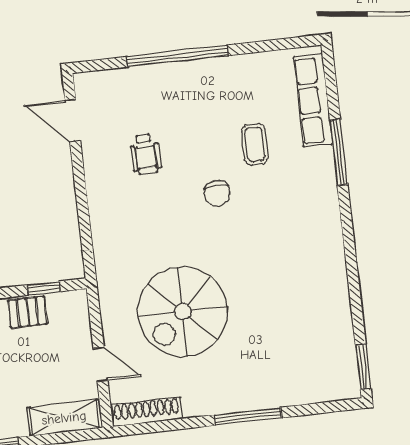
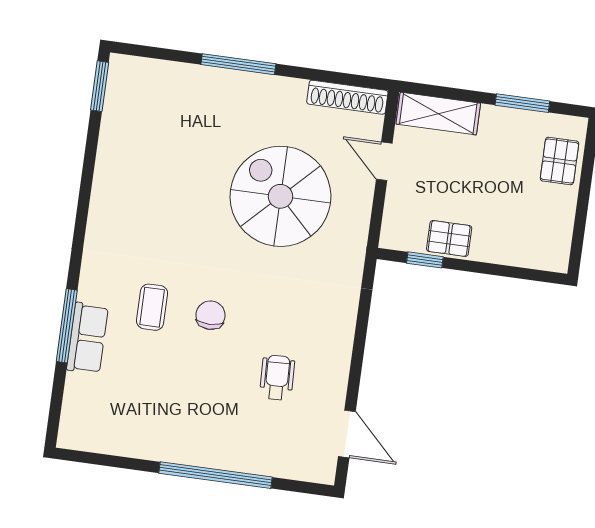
row of seats: (313, 100) -> (87, 338), moved, width x0.68
coffee table: (255, 144) -> (152, 307), moved
spiral stairs: (183, 311) -> (280, 196), turned -90

